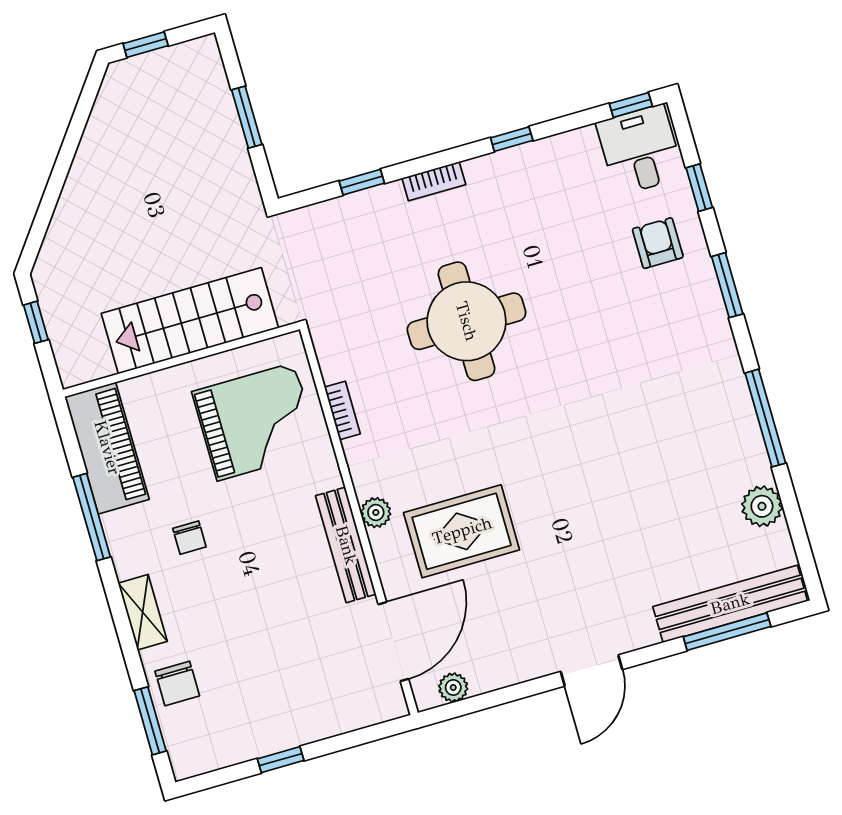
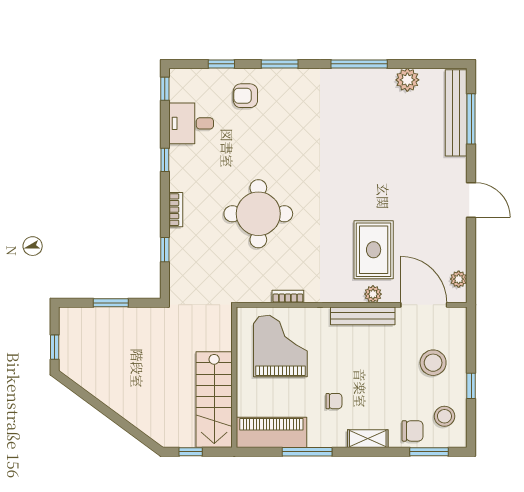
desk: (640, 150) -> (191, 123), moved
stairs: (190, 321) -> (214, 400), moved
plant: (376, 513) -> (373, 294), moved
stool: (301, 685) -> (433, 363), added
stool: (217, 730) -> (444, 416), added

